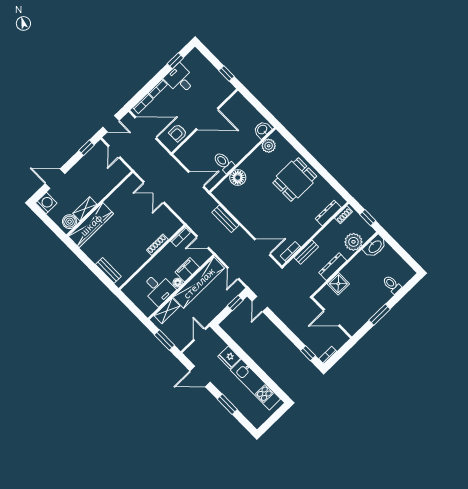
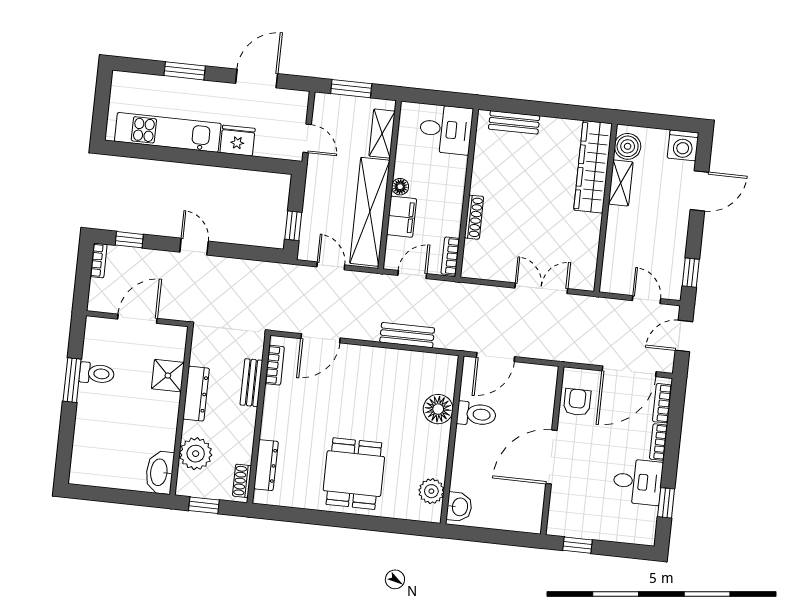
toilet: (392, 285) -> (97, 373), moved
desk: (158, 289) -> (446, 129), moved, turned 180
door: (260, 304) -> (194, 247), moved

